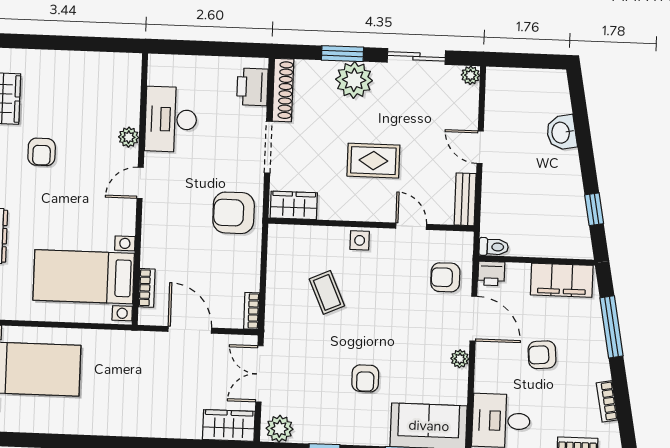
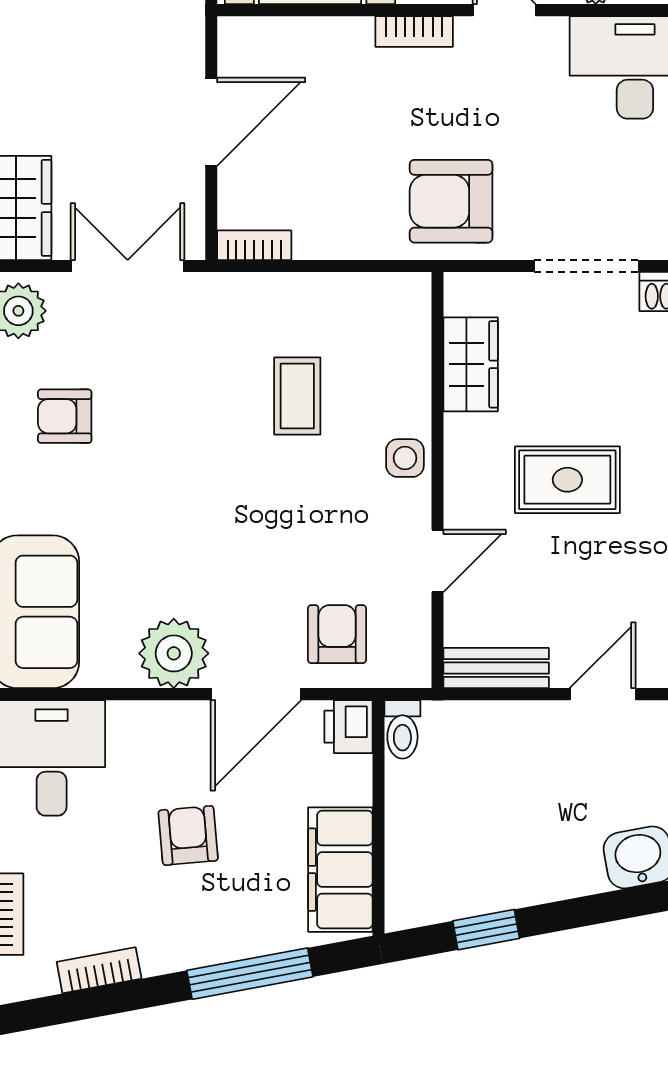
rug: (373, 161) -> (567, 480), turned 90
wardrobe: (294, 205) -> (471, 364), moved
armchair: (234, 213) -> (451, 201), turned -90
bookcase: (147, 288) -> (414, 31), moved
coffee table: (327, 292) -> (297, 396), turned -66
plant: (460, 359) -> (174, 653), width x1.88, depth x1.88
armchair: (365, 378) -> (65, 416), moved

